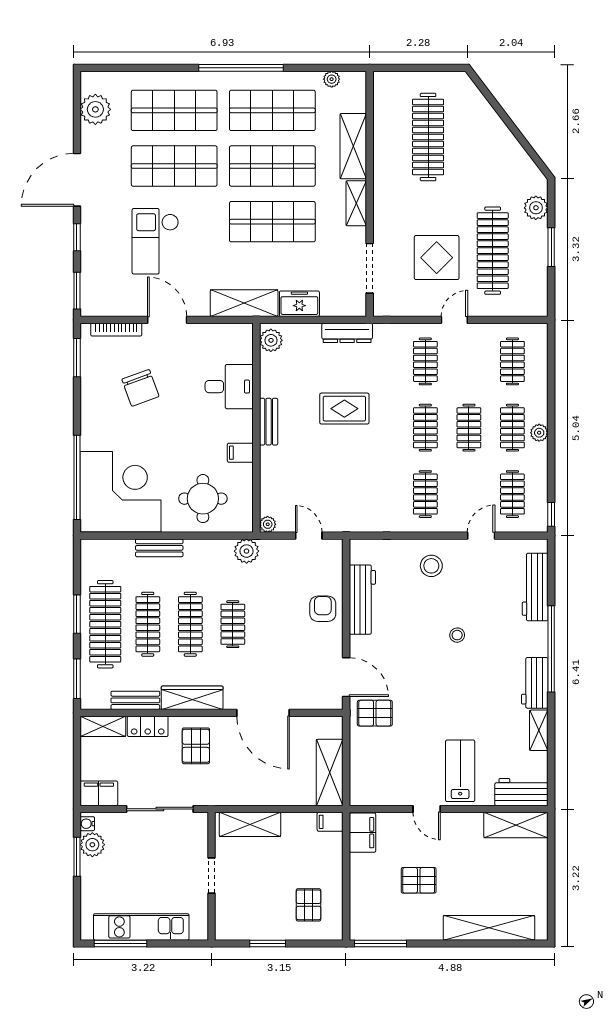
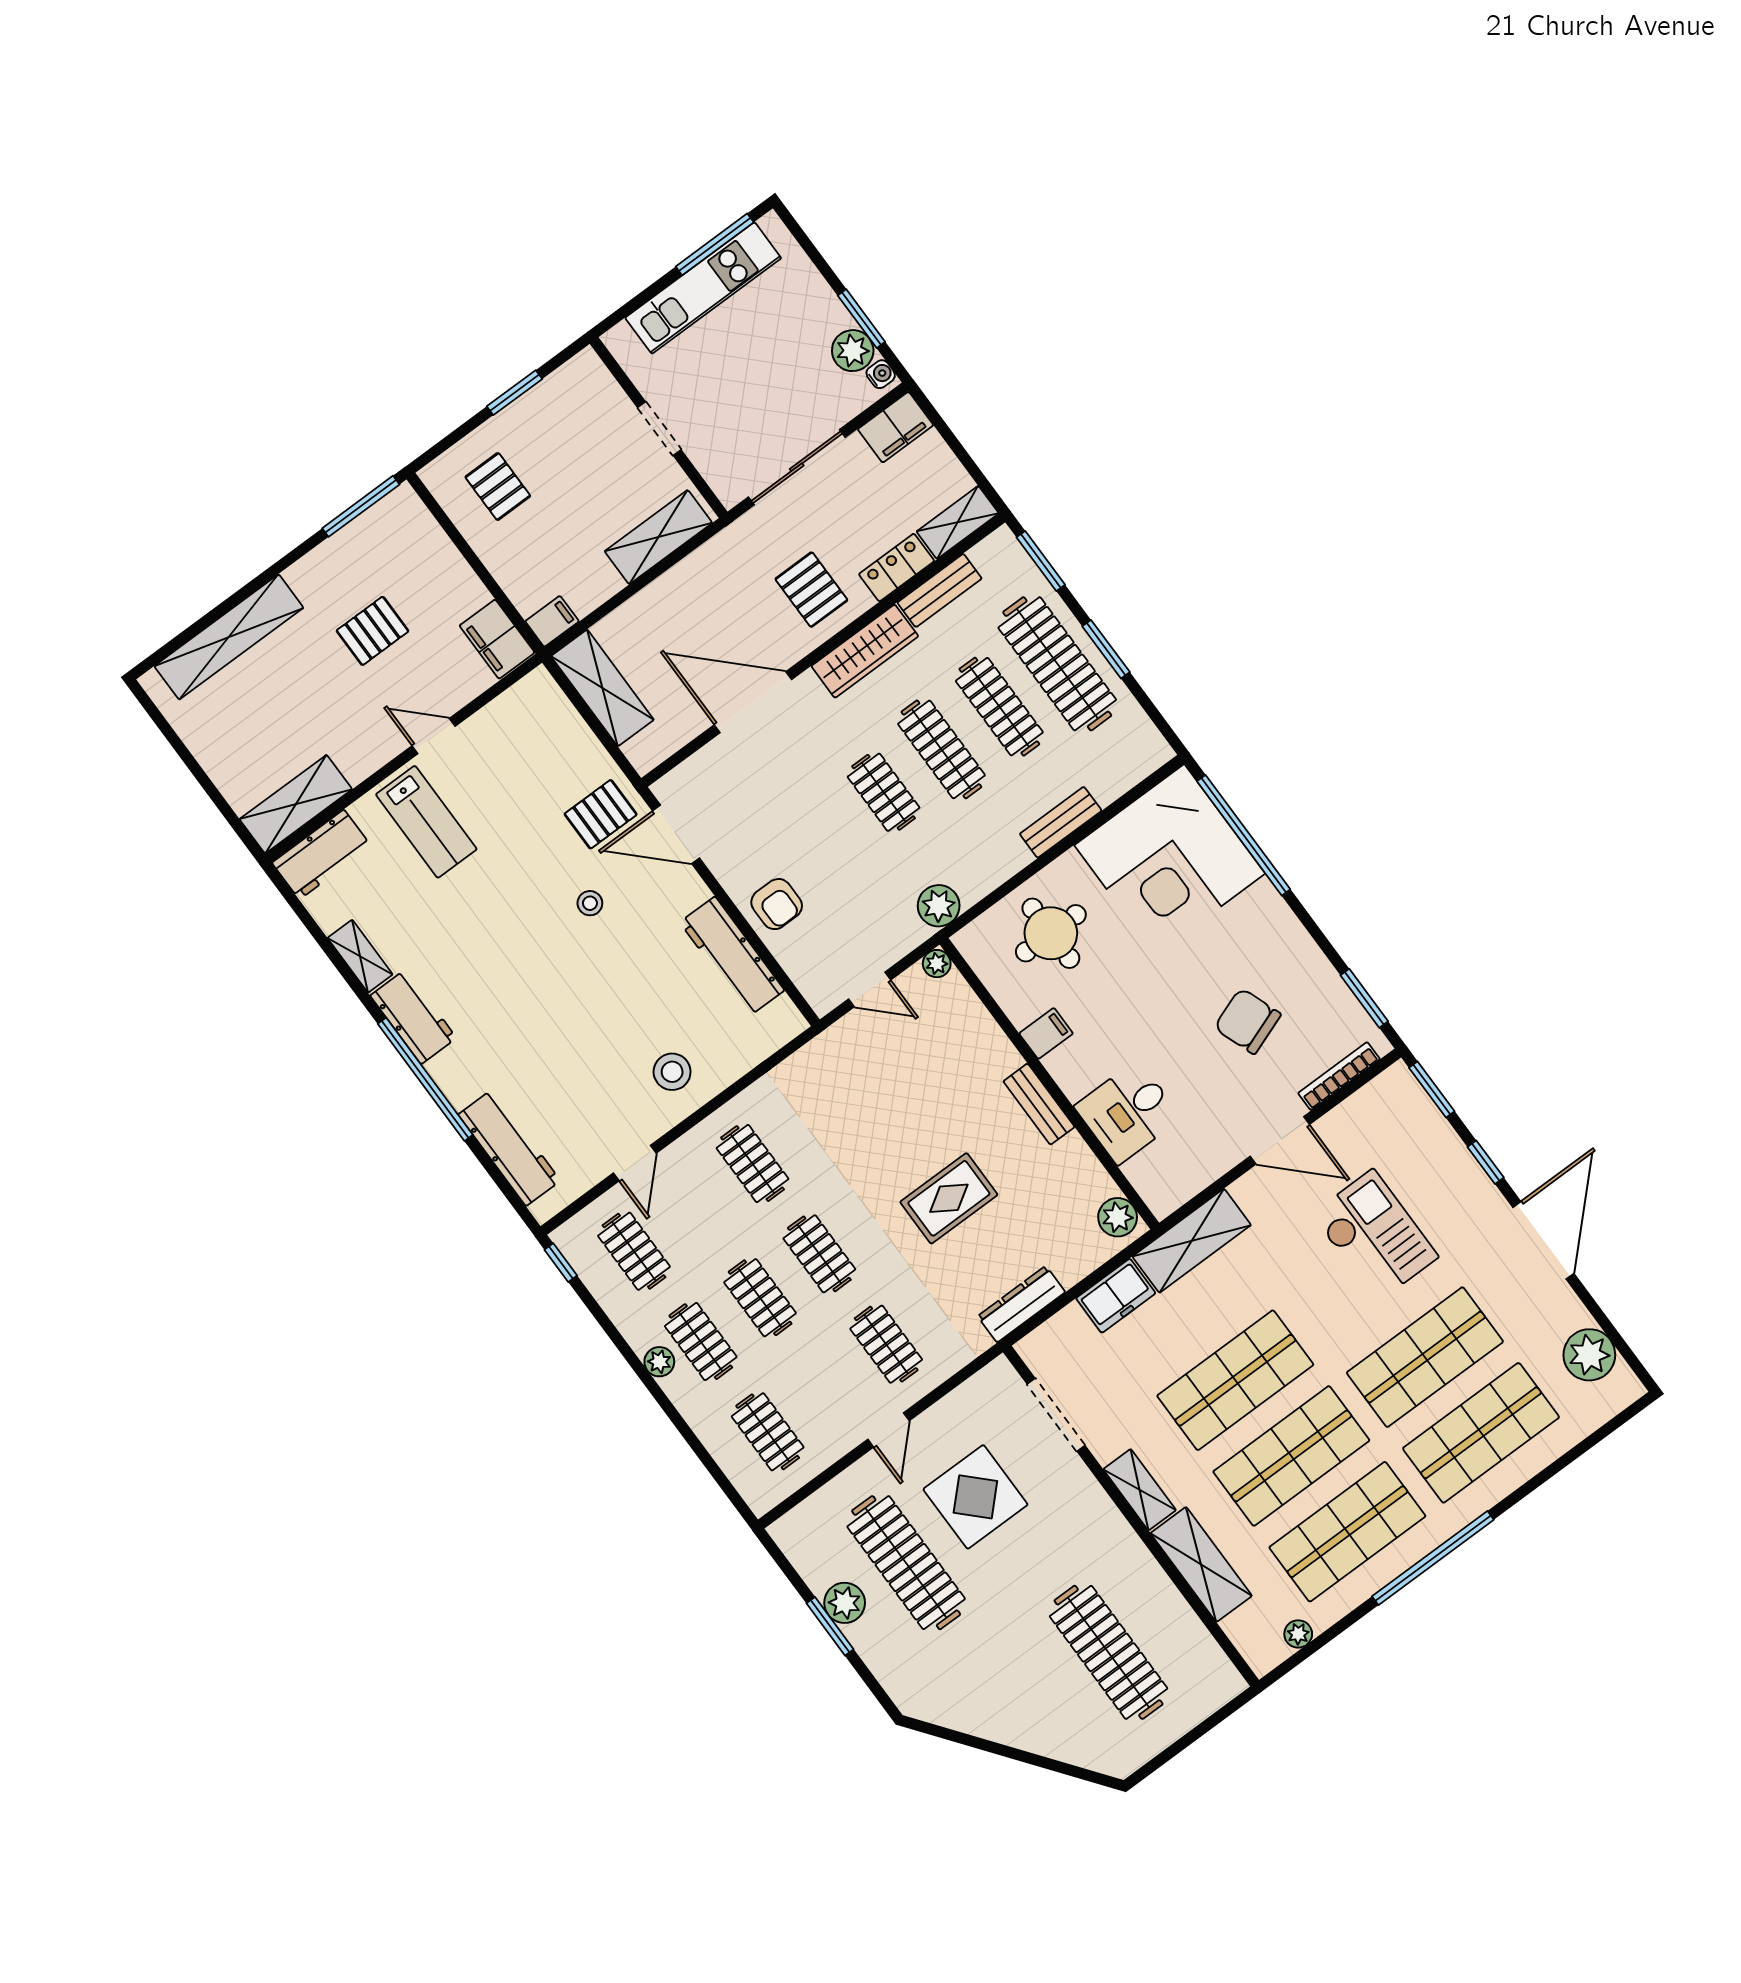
plant: (536, 208) -> (845, 1603), moved
stool: (457, 635) -> (590, 903), moved

